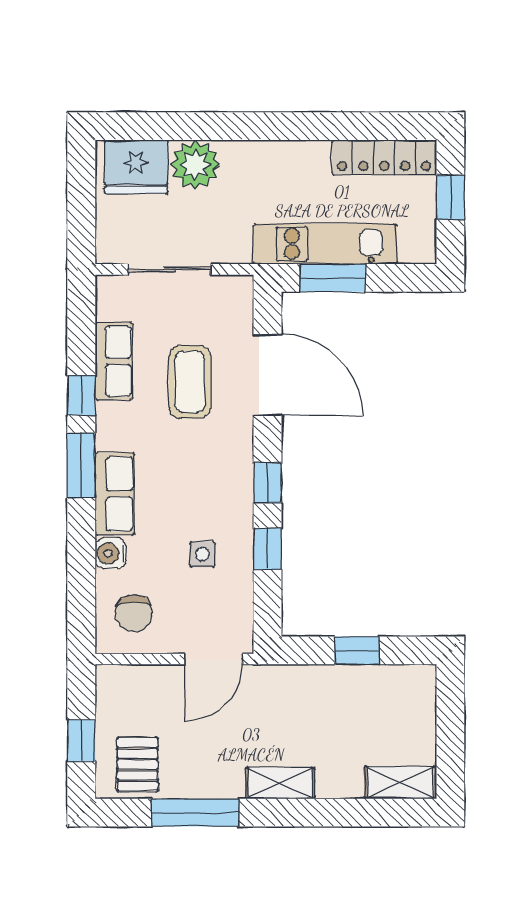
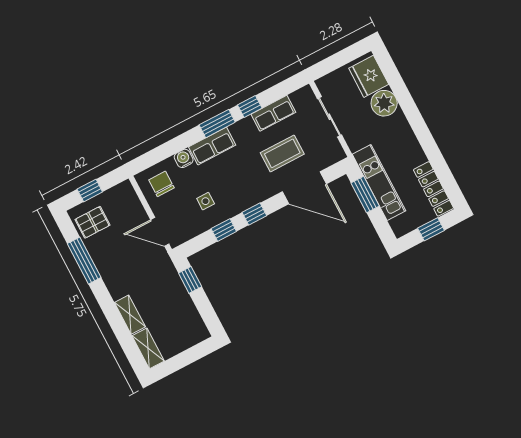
door: (268, 375) -> (304, 188), hinge flipped
chair: (134, 614) -> (161, 184), turned 90
window: (357, 650) -> (190, 280), moved
shelving: (280, 783) -> (130, 315), moved

